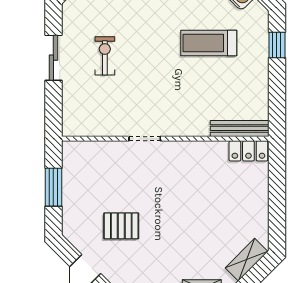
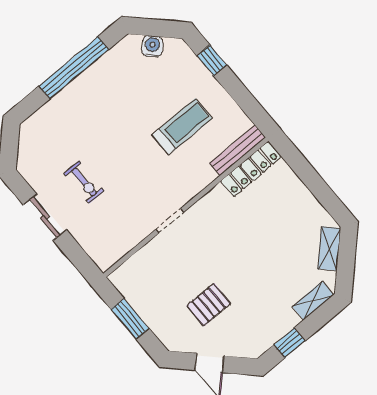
treadmill: (209, 43) -> (182, 127), moved, turned 180
exercise bike: (105, 56) -> (84, 182), turned 180
locker: (248, 151) -> (251, 169), width x1.53

